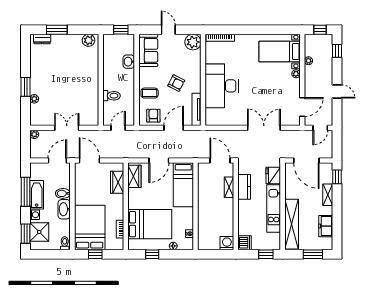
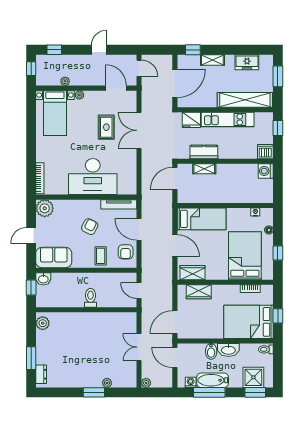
washbasin: (129, 62) -> (43, 279), moved
toilet: (112, 96) -> (91, 298), moved
rug: (267, 98) -> (106, 127), added
armchair: (153, 116) -> (126, 252), turned -90
washing machine: (35, 215) -> (191, 382), moved

